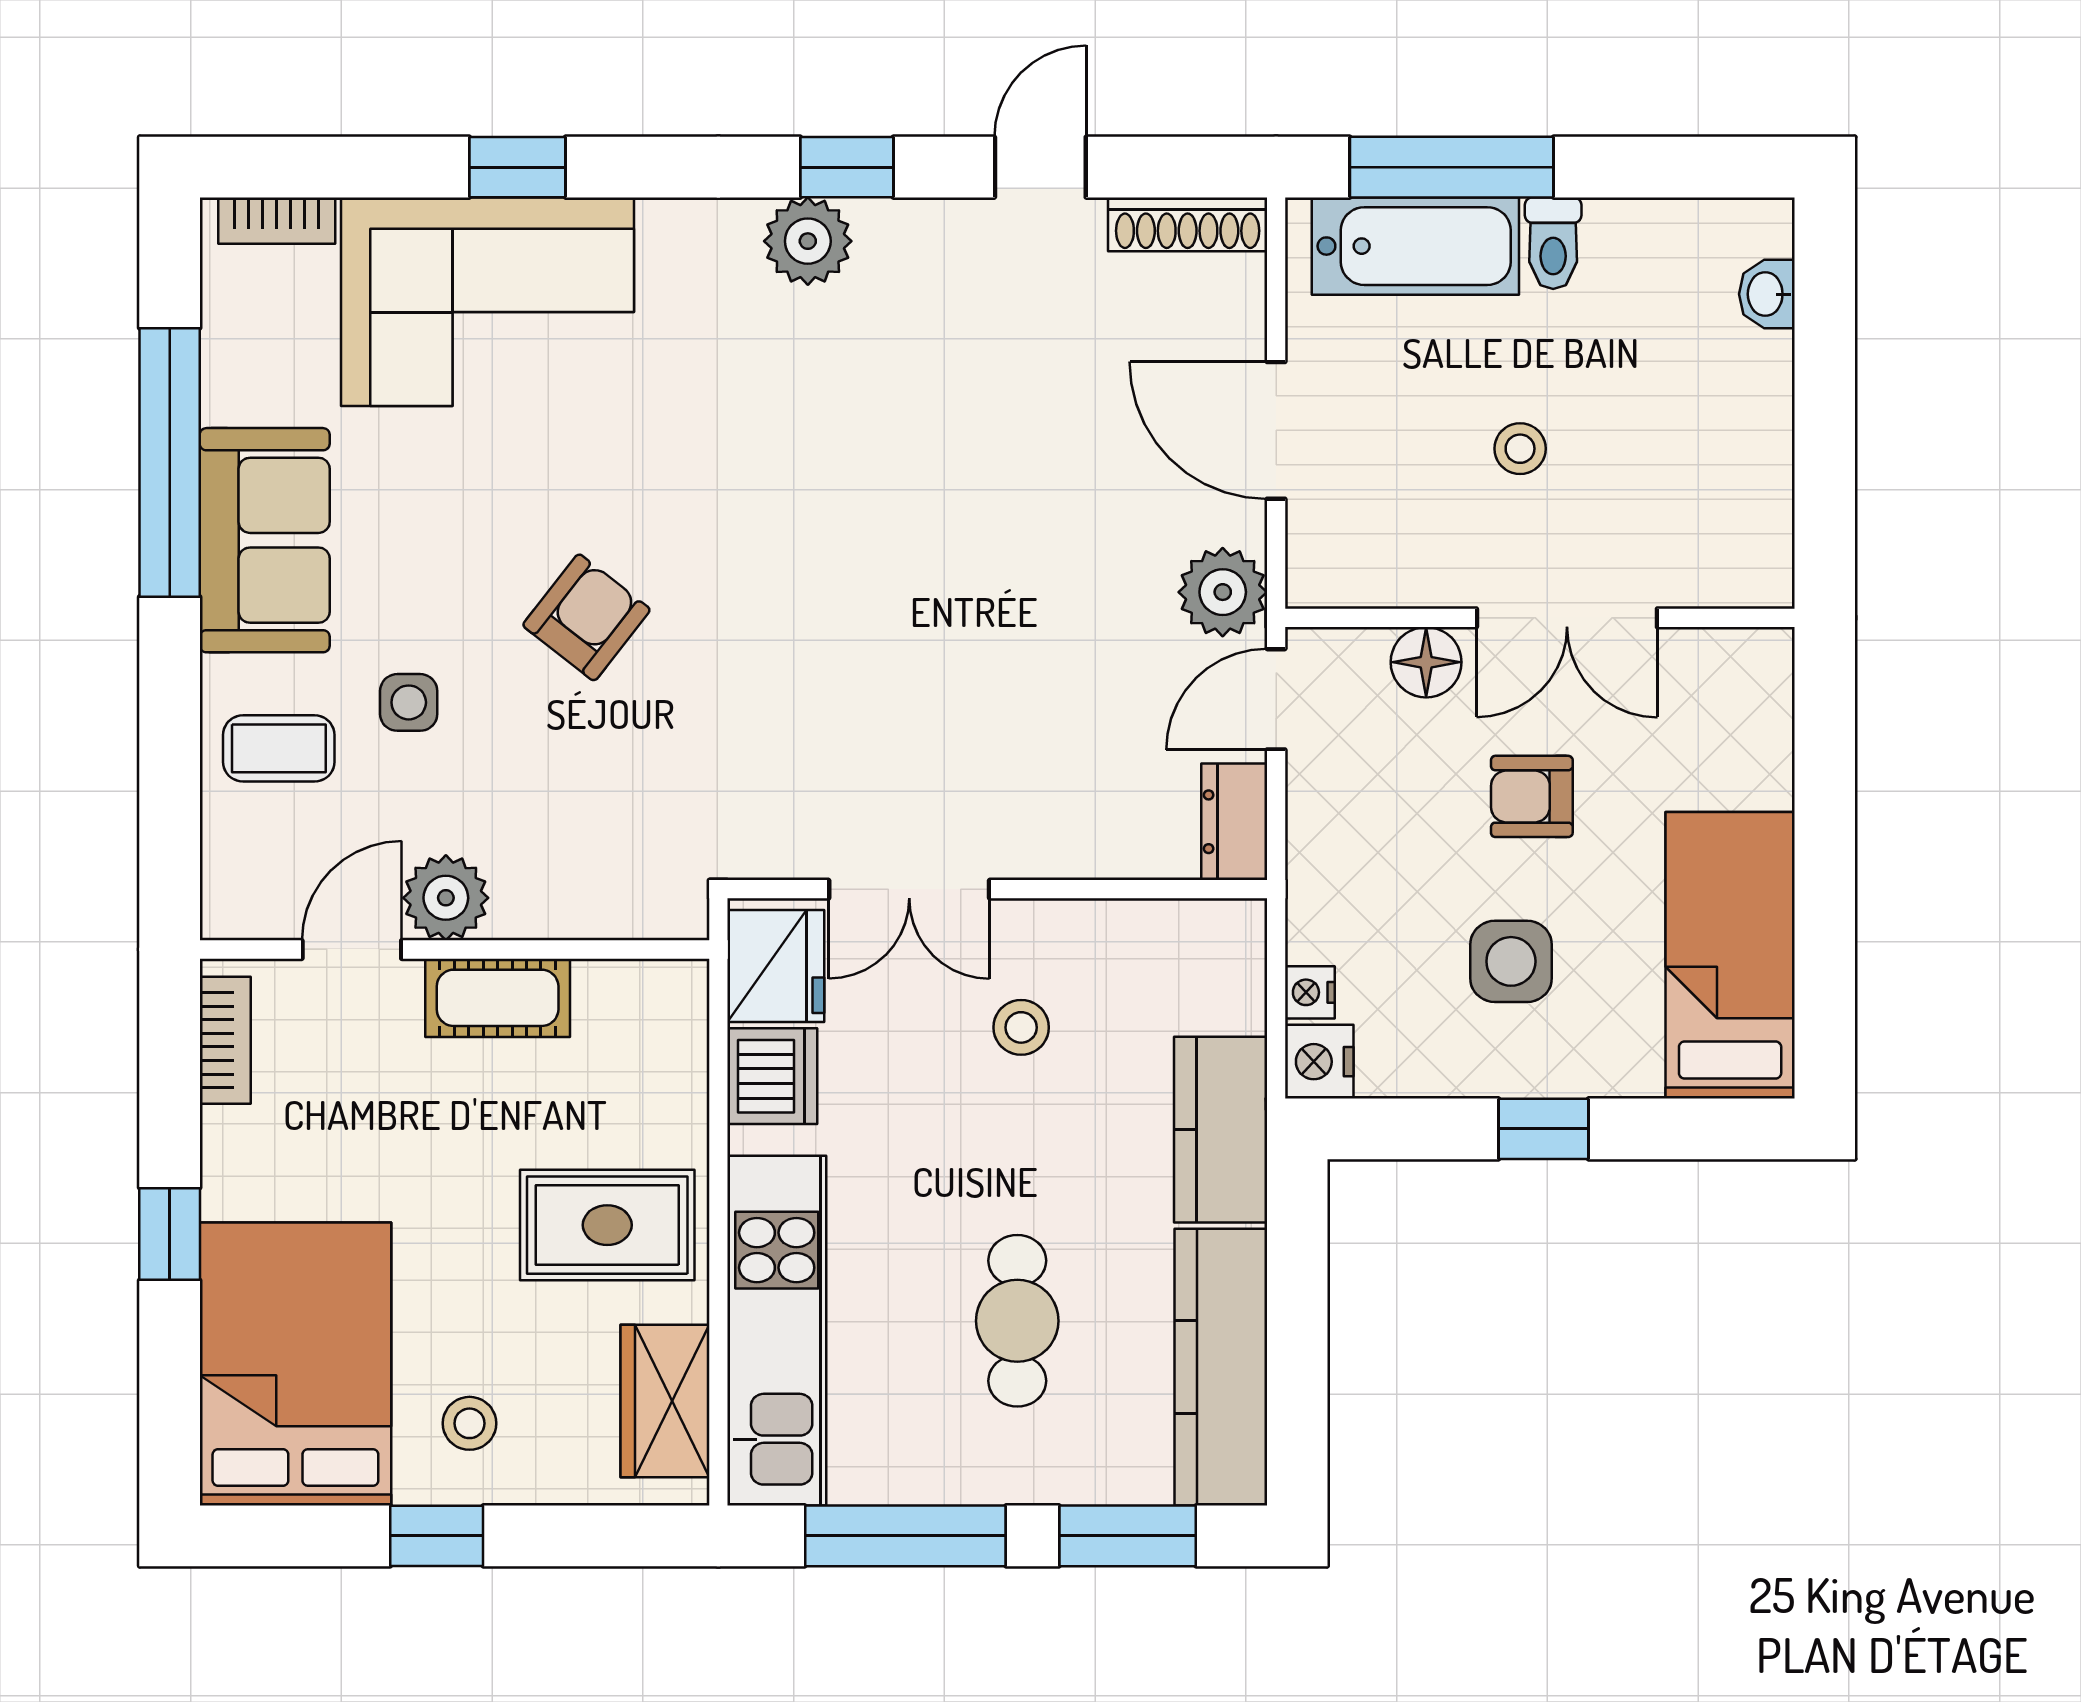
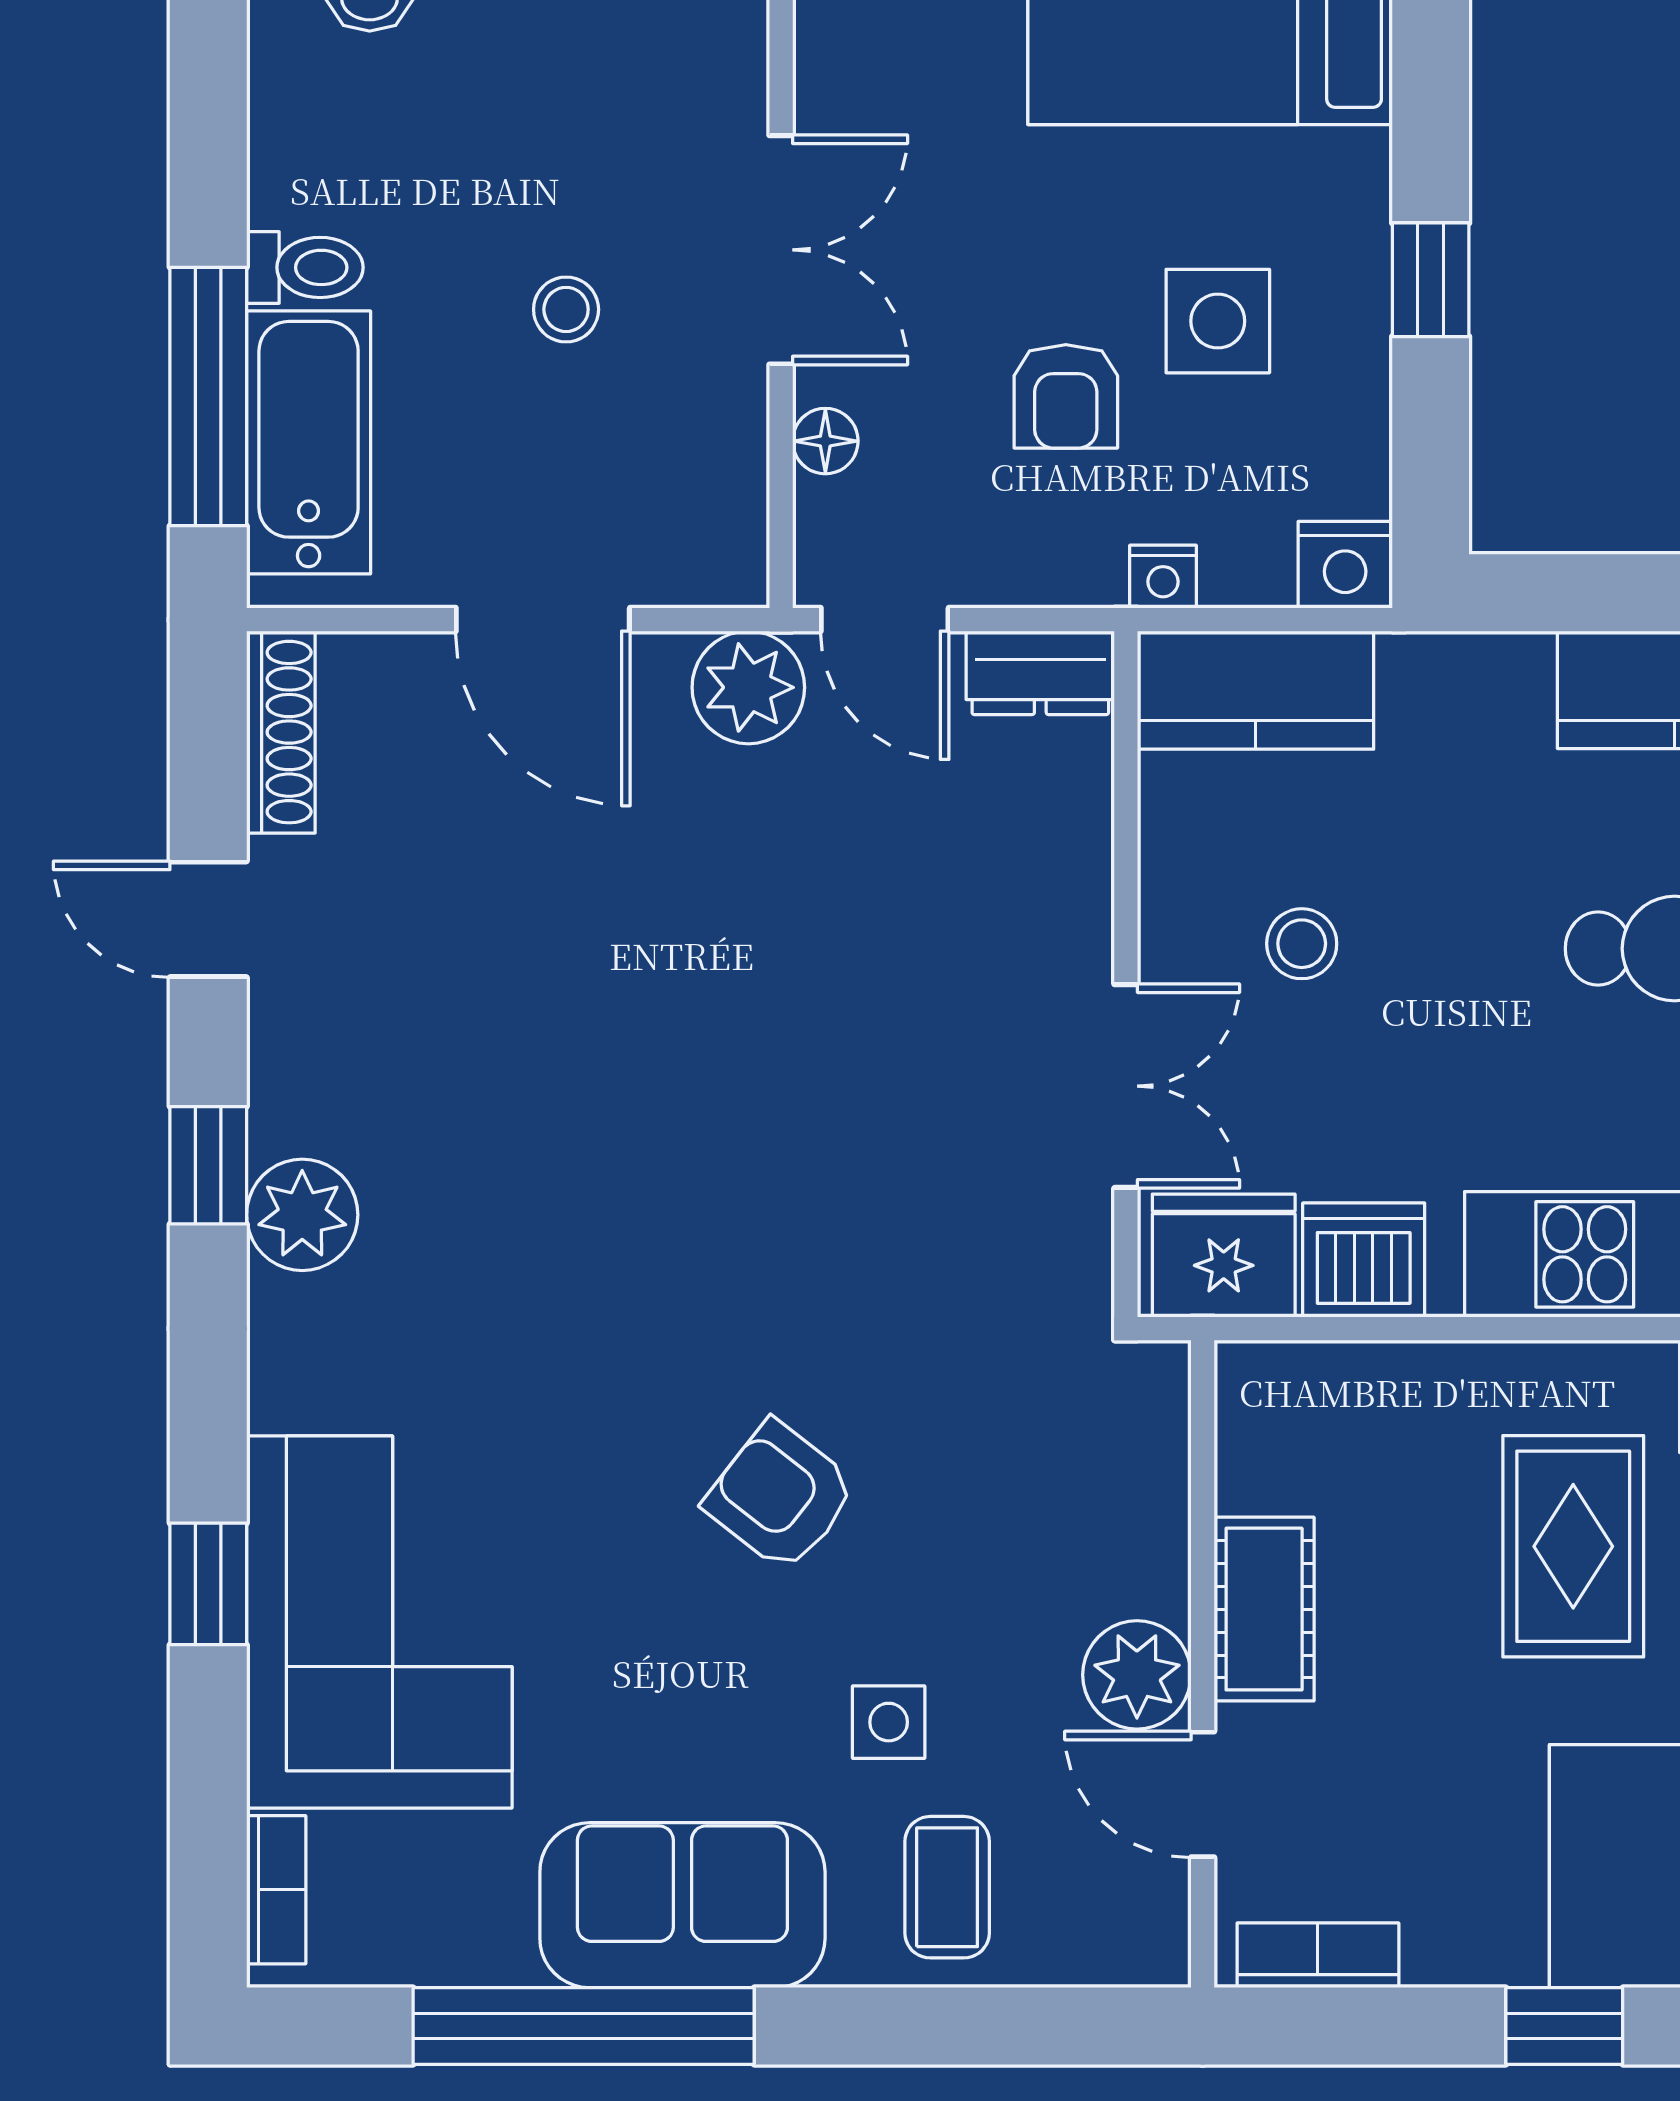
door: (1276, 430) -> (543, 620), hinge flipped
floor lamp: (1426, 662) -> (825, 441), width x0.73, depth x0.73
armchair: (1532, 796) -> (1066, 396), moved
nightstand: (1310, 992) -> (1163, 577), moved
kitchen counter: (1221, 1130) -> (1256, 690), moved
rug: (607, 1225) -> (1573, 1546), moved

